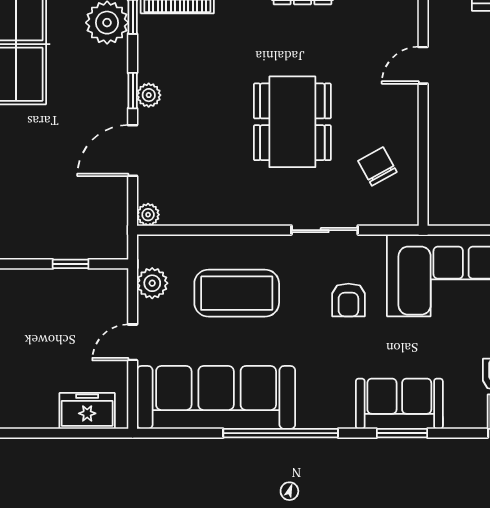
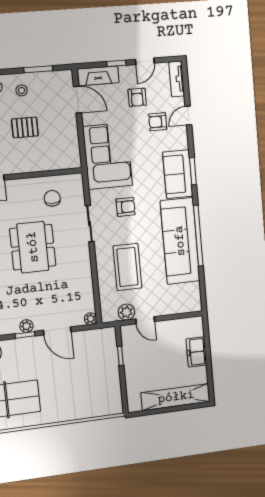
dining table: (292, 122) -> (33, 247), turned 90
chair: (377, 166) -> (52, 198), turned 119
door: (133, 342) -> (145, 320), moved
sofa: (216, 397) -> (180, 241), moved
freezer: (87, 411) -> (196, 352), moved

